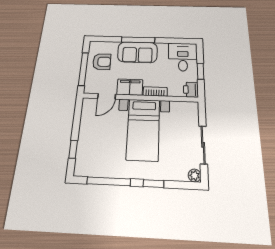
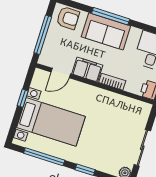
armchair: (102, 62) -> (68, 18), moved
bed with nightstands: (143, 129) -> (51, 122), moved, turned -90
window: (73, 149) -> (23, 98), moved

